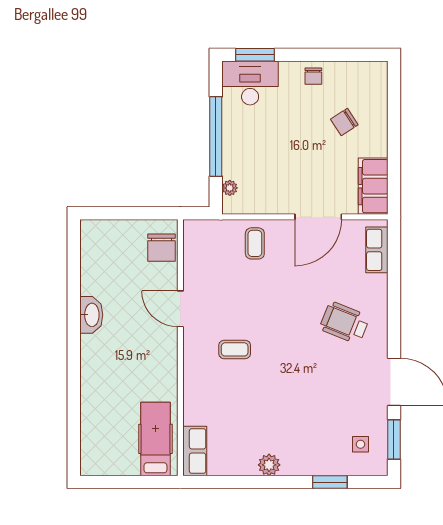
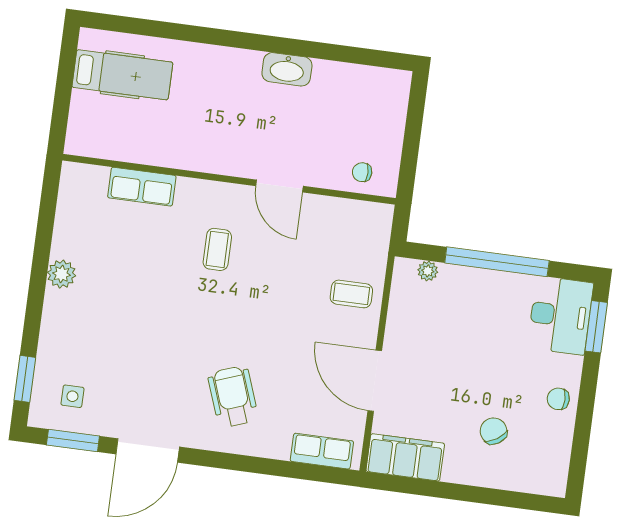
chair: (162, 248) -> (362, 172), width x0.54, depth x0.54
door: (180, 309) -> (279, 186), swing flipped
wheelchair: (344, 323) -> (233, 397), turned -42
hospital bed: (155, 439) -> (122, 75), moved
row of seats: (195, 451) -> (142, 187), moved
window: (330, 482) -> (25, 379), moved

